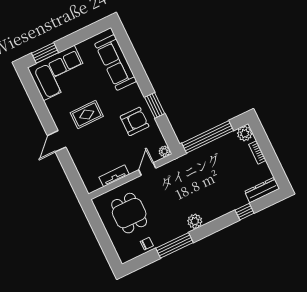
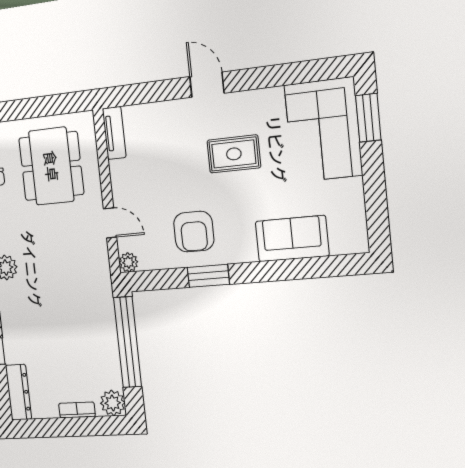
sofa: (116, 63) -> (292, 239), width x0.73
rug: (87, 114) -> (234, 154), turned 90
tv unit: (114, 176) -> (114, 133), moved
dining table: (129, 213) -> (51, 166), width x1.37

